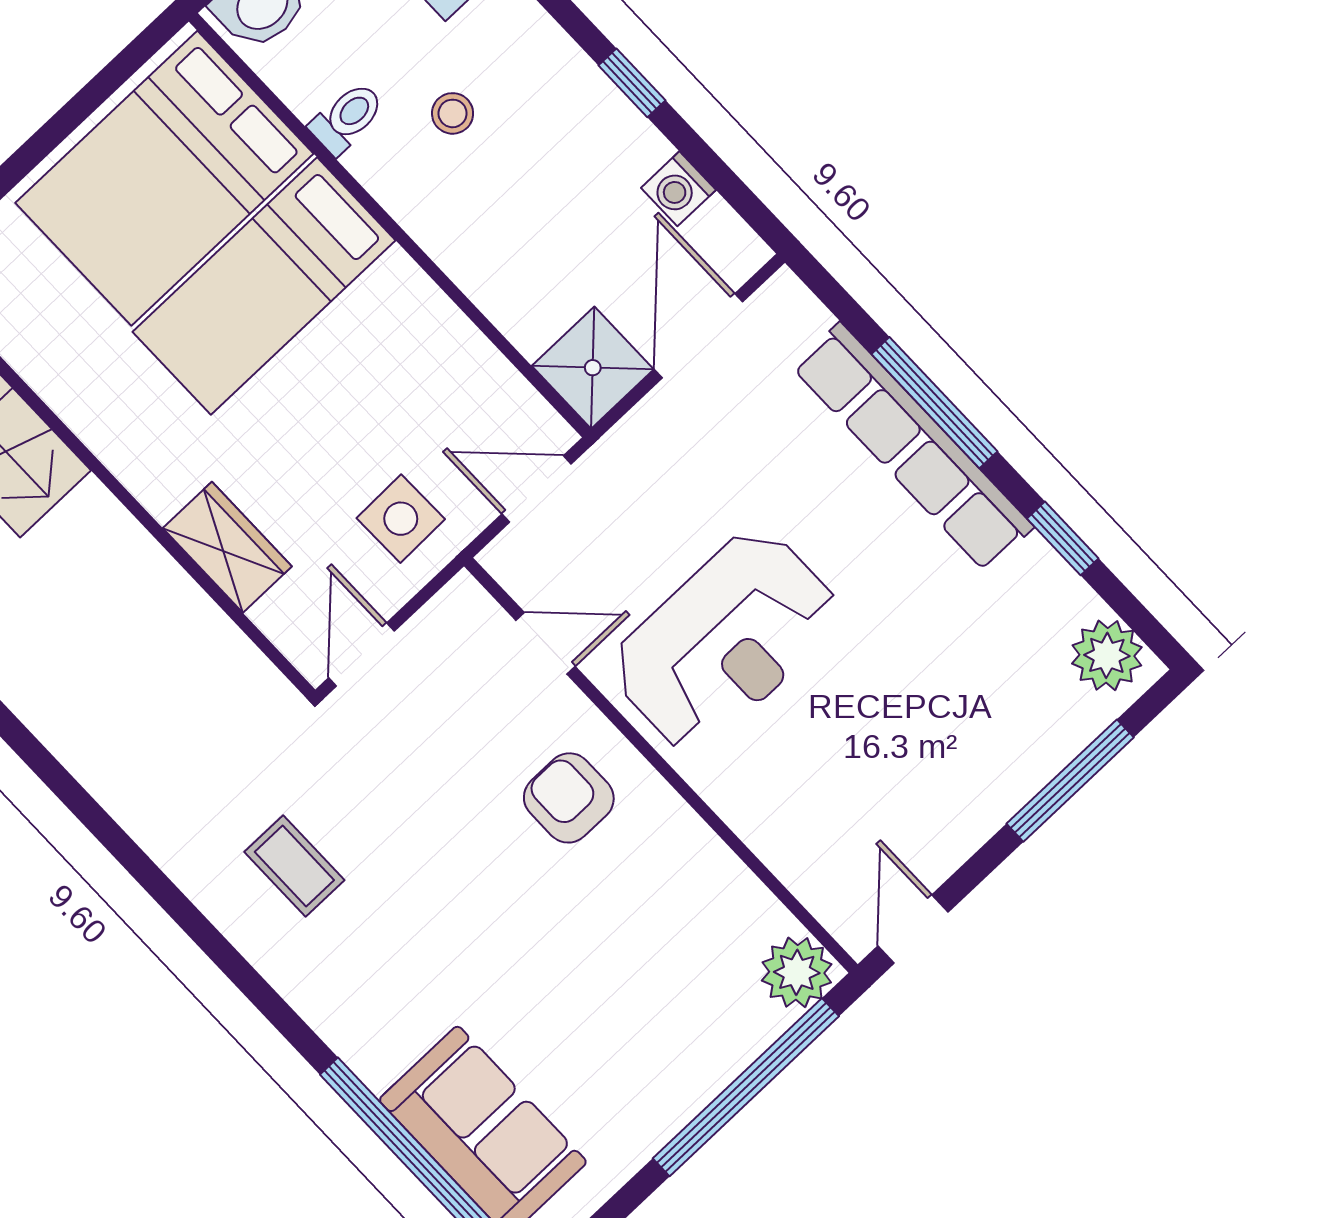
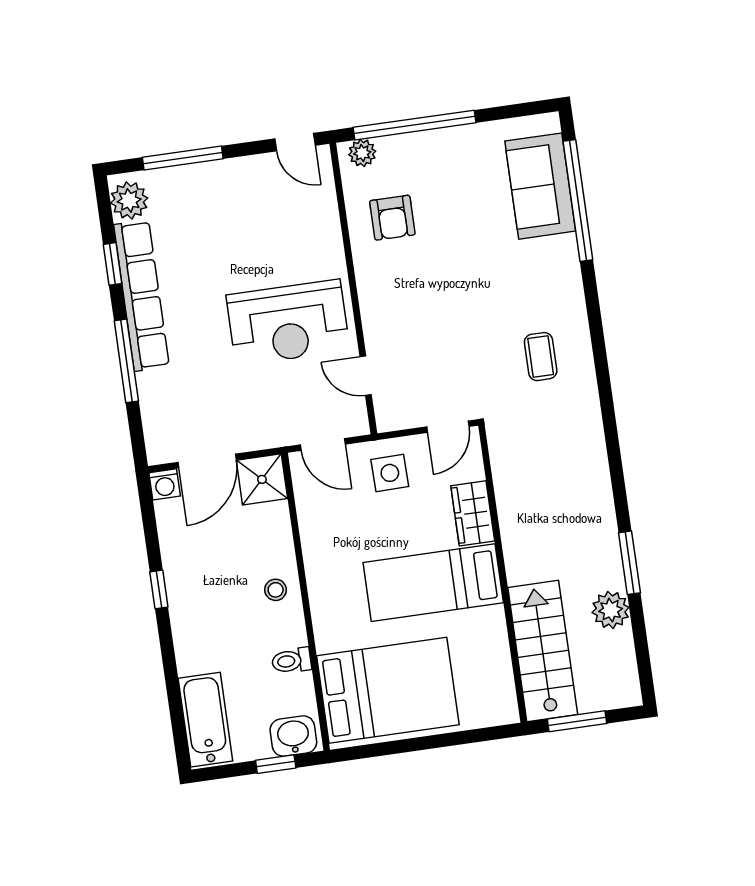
stool: (453, 113) -> (276, 590), moved
washing machine: (678, 189) -> (165, 484), moved, turned 90
bed: (264, 286) -> (433, 583), moved, turned 180
row of seats: (913, 447) -> (141, 296), moved
reception desk: (725, 640) -> (288, 323), turned 180
armchair: (569, 798) -> (392, 218), moved
door: (913, 929) -> (295, 142), hinge flipped
plant: (797, 972) -> (362, 153), width x0.73, depth x0.73

